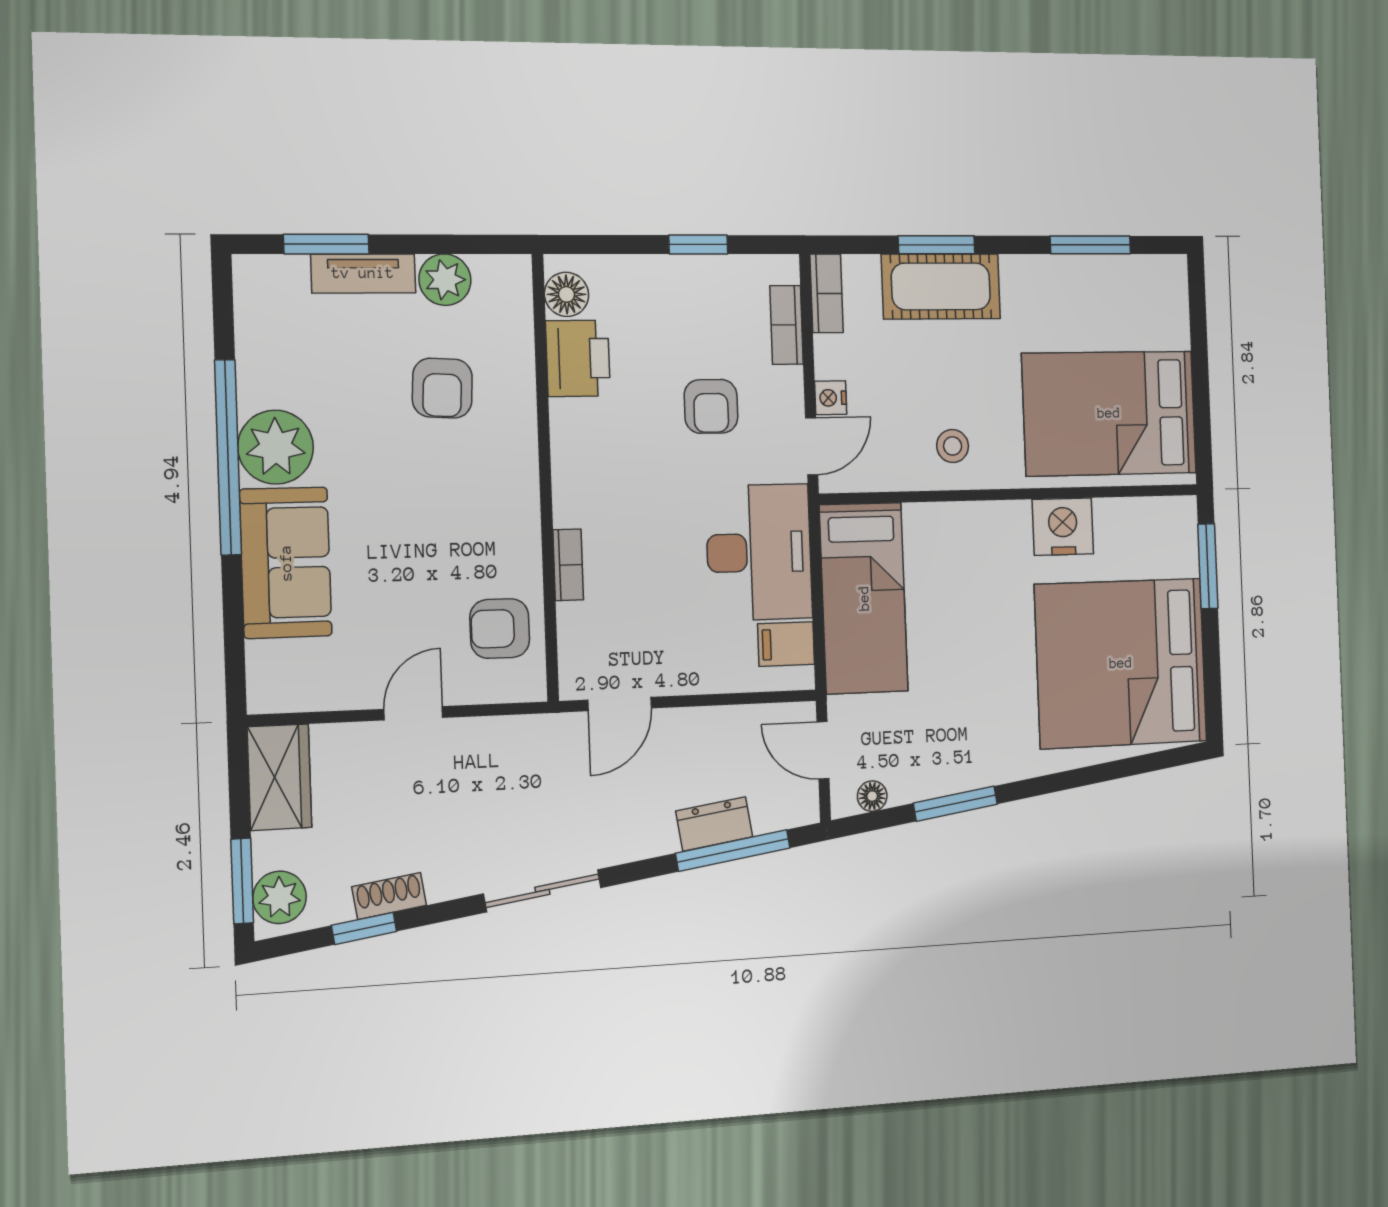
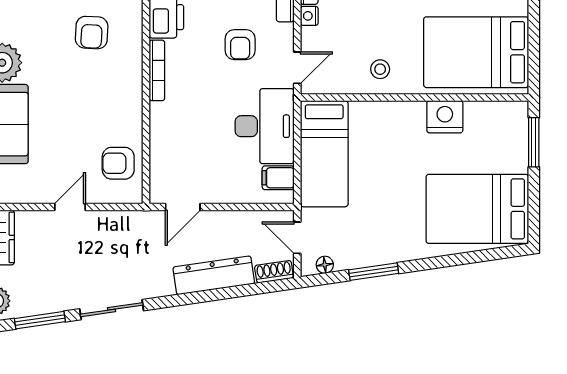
nightstand: (831, 398) -> (309, 16), moved
bookcase: (568, 565) -> (157, 70), moved, width x1.56
bed: (1121, 663) -> (477, 209), width x0.73
dresser: (714, 824) -> (214, 275), width x1.96, depth x1.24
window: (733, 851) -> (243, 291), removed
sliding door: (542, 891) -> (112, 310), moved
shoe rack: (389, 896) -> (274, 272), moved
window: (364, 928) -> (40, 320), width x1.50

